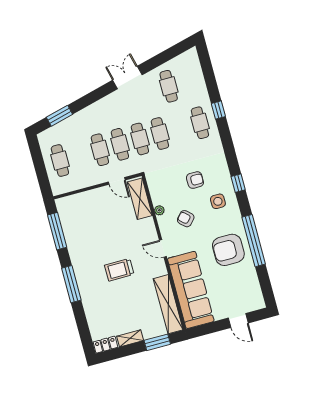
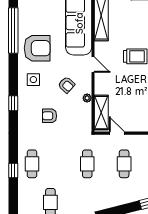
cafe table: (160, 134) -> (69, 164), removed
cafe table: (120, 144) -> (106, 164), removed
side table: (218, 201) -> (33, 80), moved
window: (254, 241) -> (13, 31), moved

